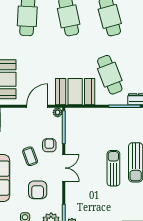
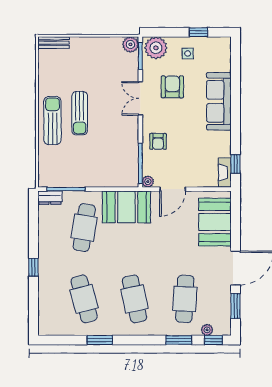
cafe table: (110, 75) -> (84, 228), turned 30
coffee table: (30, 156) -> (182, 128), removed
double door: (64, 168) -> (140, 98), moved

